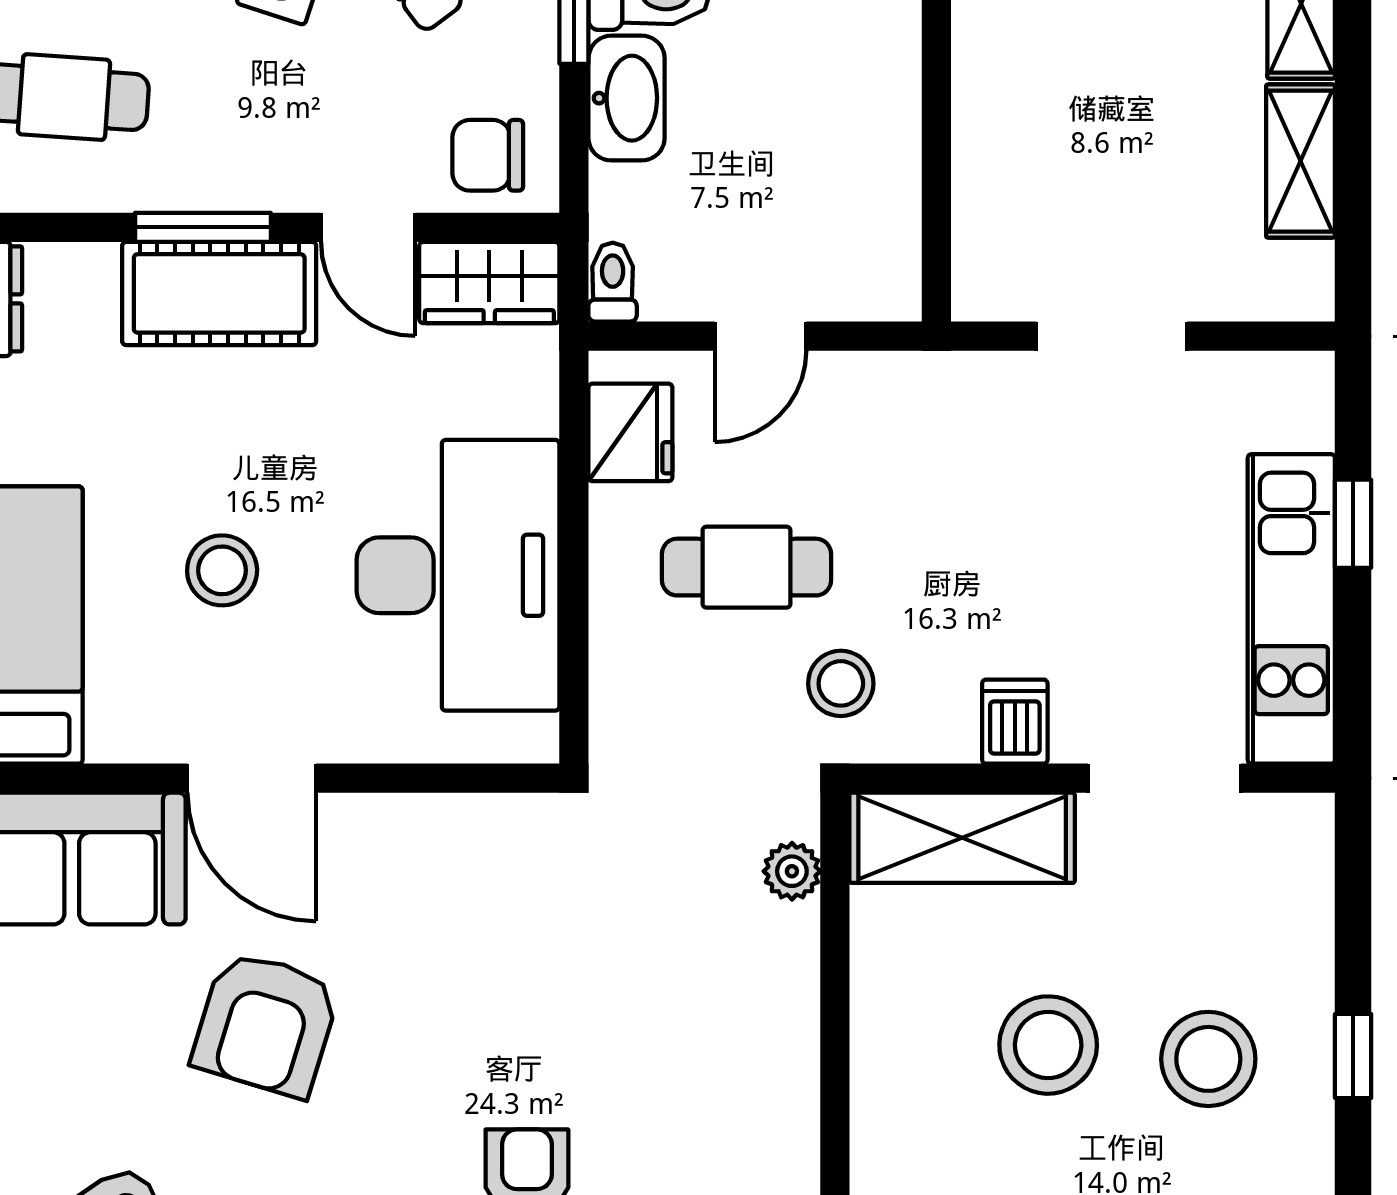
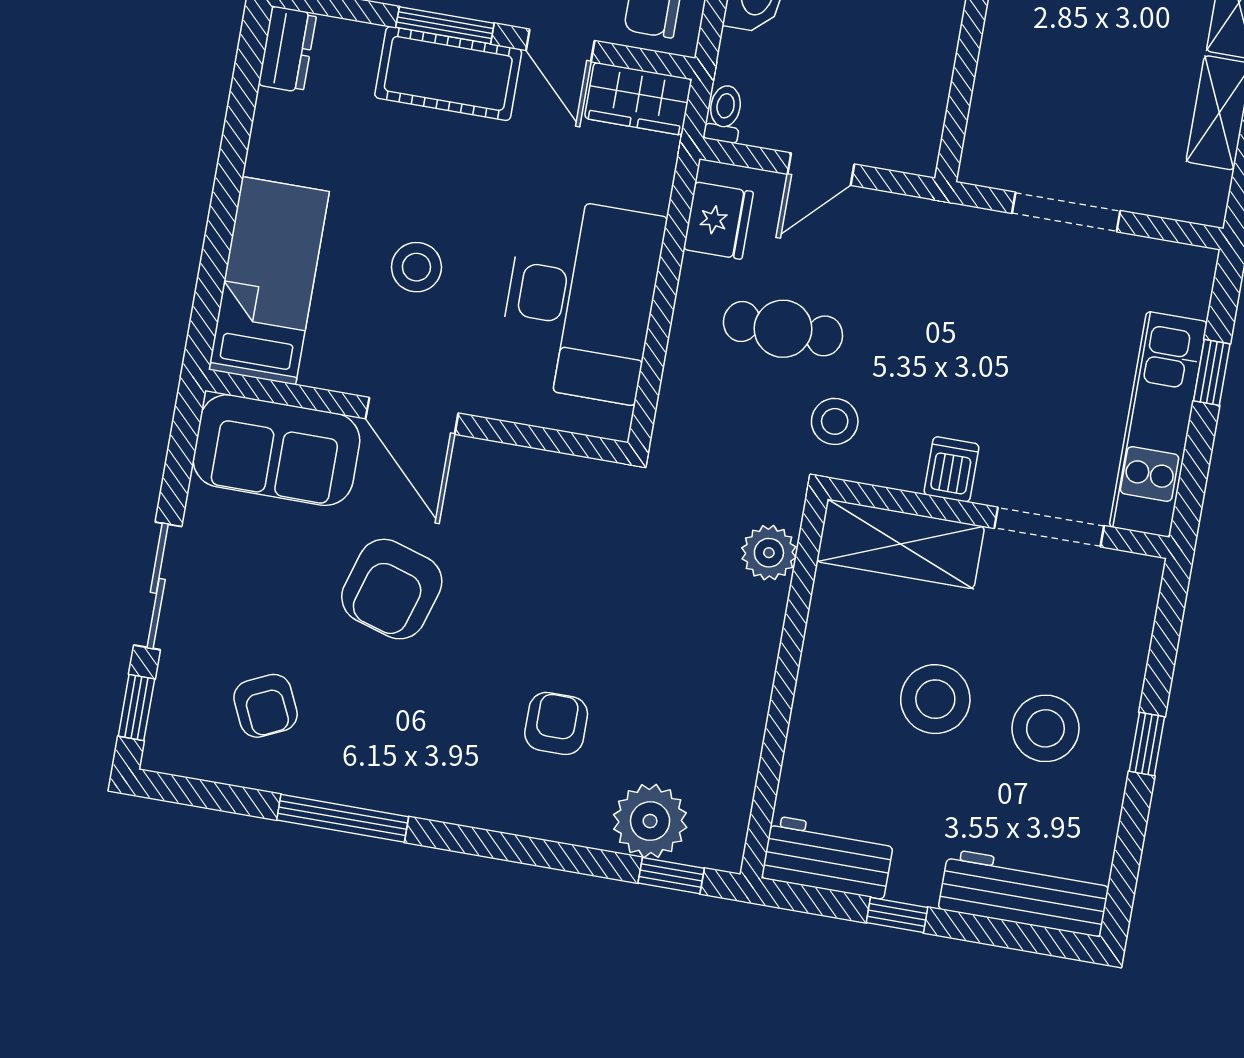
plant: (792, 871) -> (769, 553), width x1.38, depth x1.38

